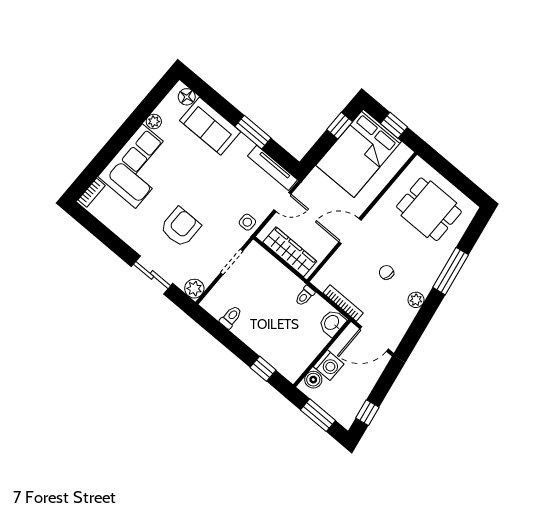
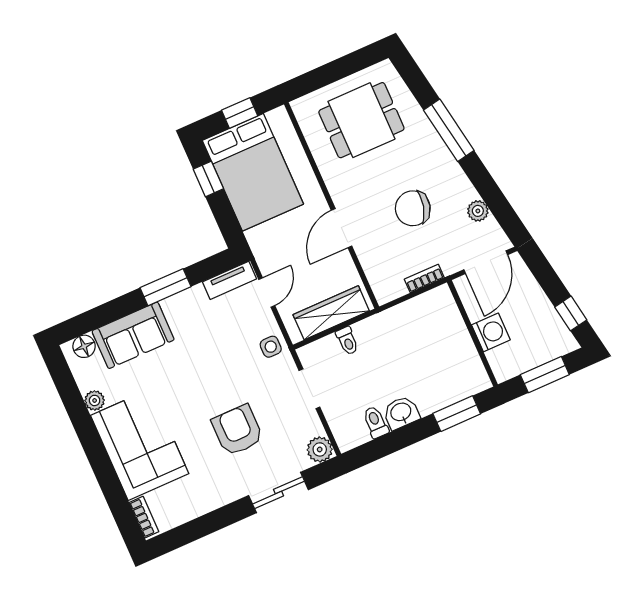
tv unit: (273, 168) -> (230, 280), width x0.71
chair: (386, 272) -> (413, 208), width x1.87, depth x1.87
toilet: (305, 296) -> (347, 341), moved
plant: (416, 300) -> (478, 211), moved
bookcase: (343, 303) -> (424, 279), width x0.64
washbasin: (332, 323) -> (401, 413), moved, turned 90
window: (263, 369) -> (457, 414), width x1.50
boiler: (313, 380) -> (499, 359), removed

